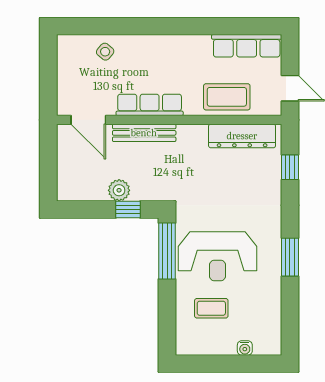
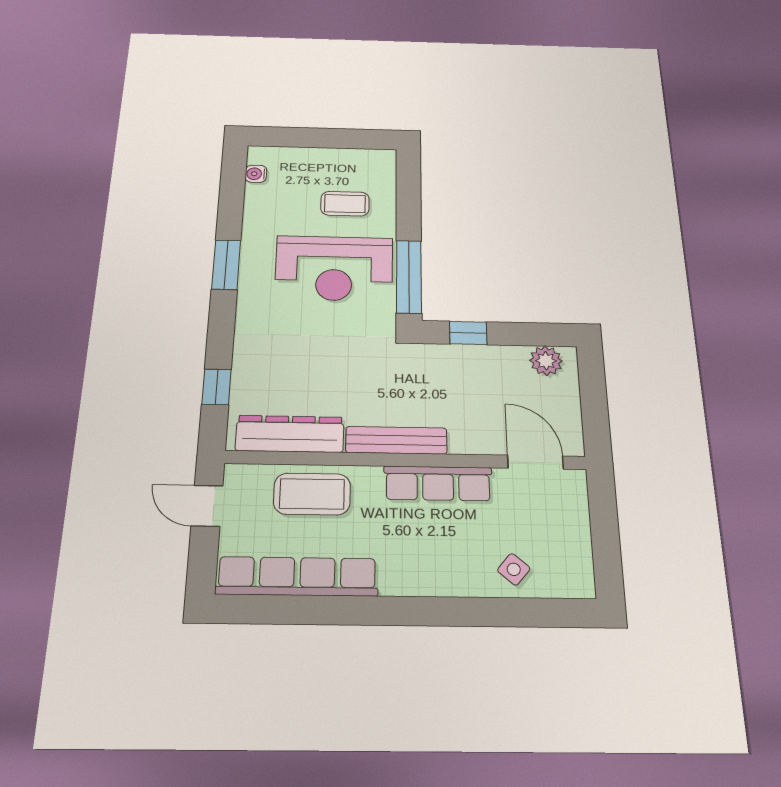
row of seats: (247, 46) -> (297, 576), width x1.36
bench: (144, 133) -> (396, 440), moved
plant: (119, 190) -> (546, 361), moved
reception desk: (218, 256) -> (334, 268), turned 180
water cooler: (245, 348) -> (256, 174), moved, turned -90

